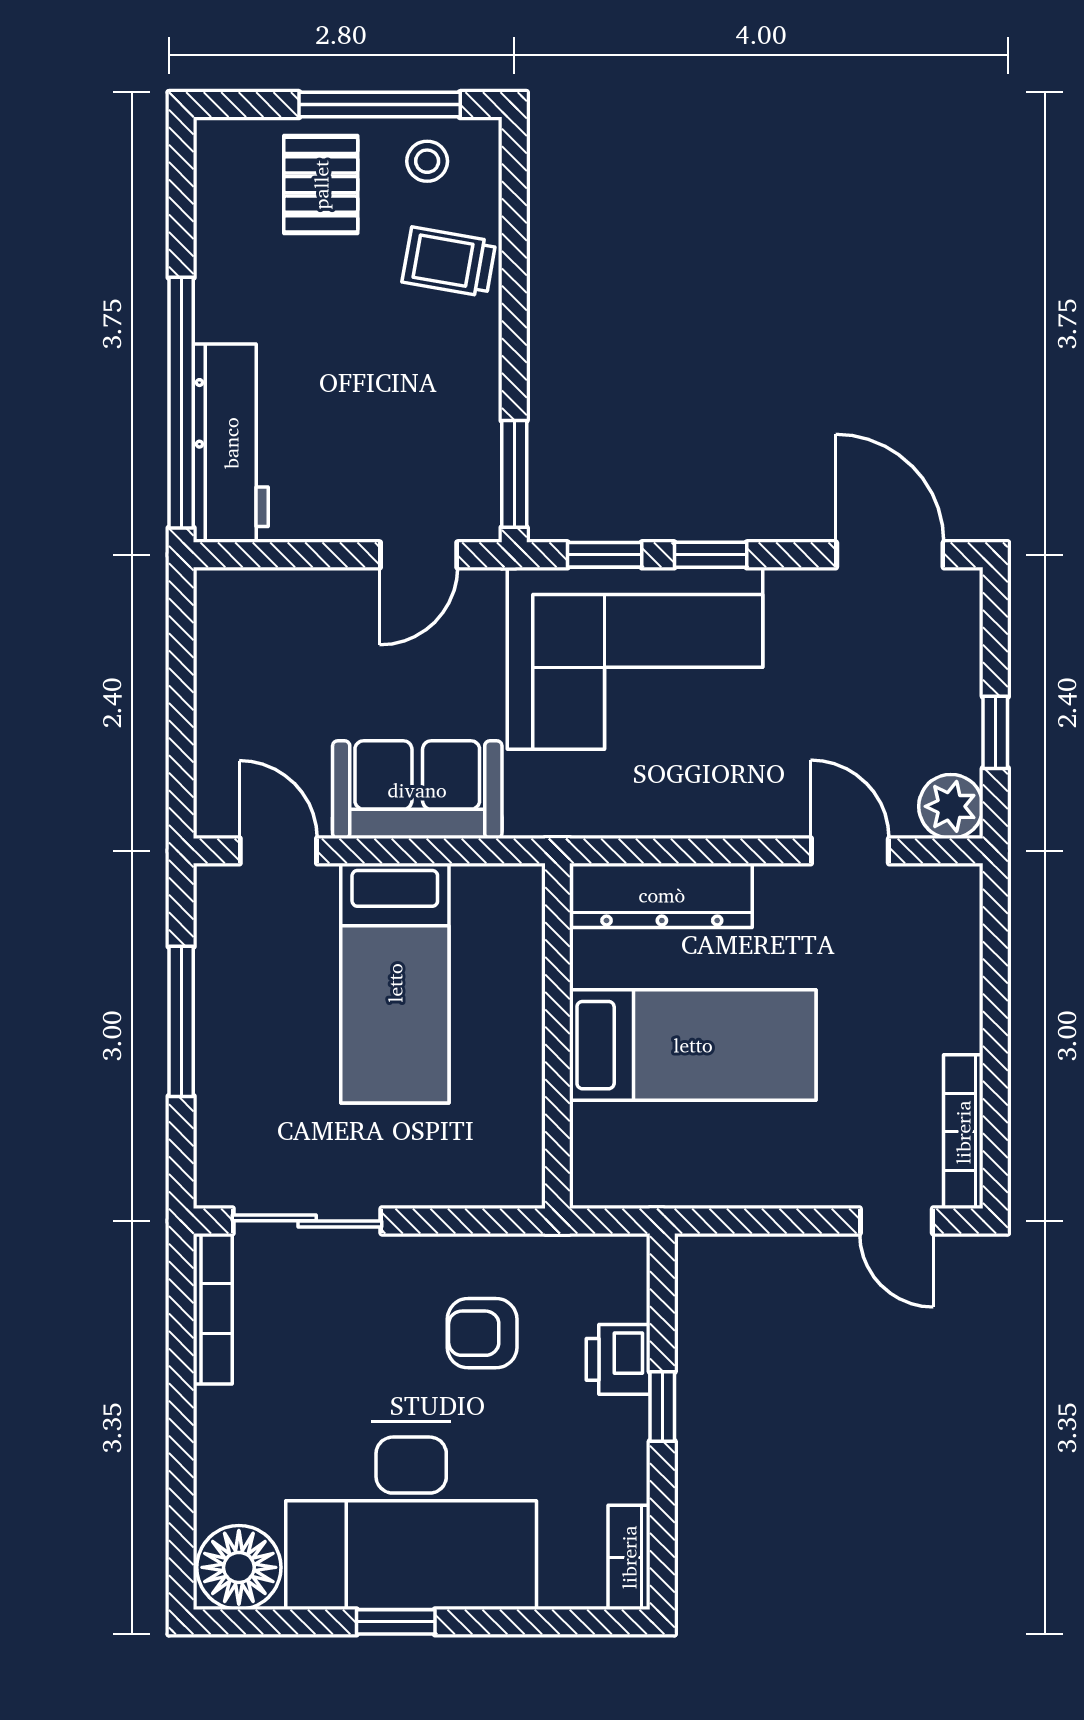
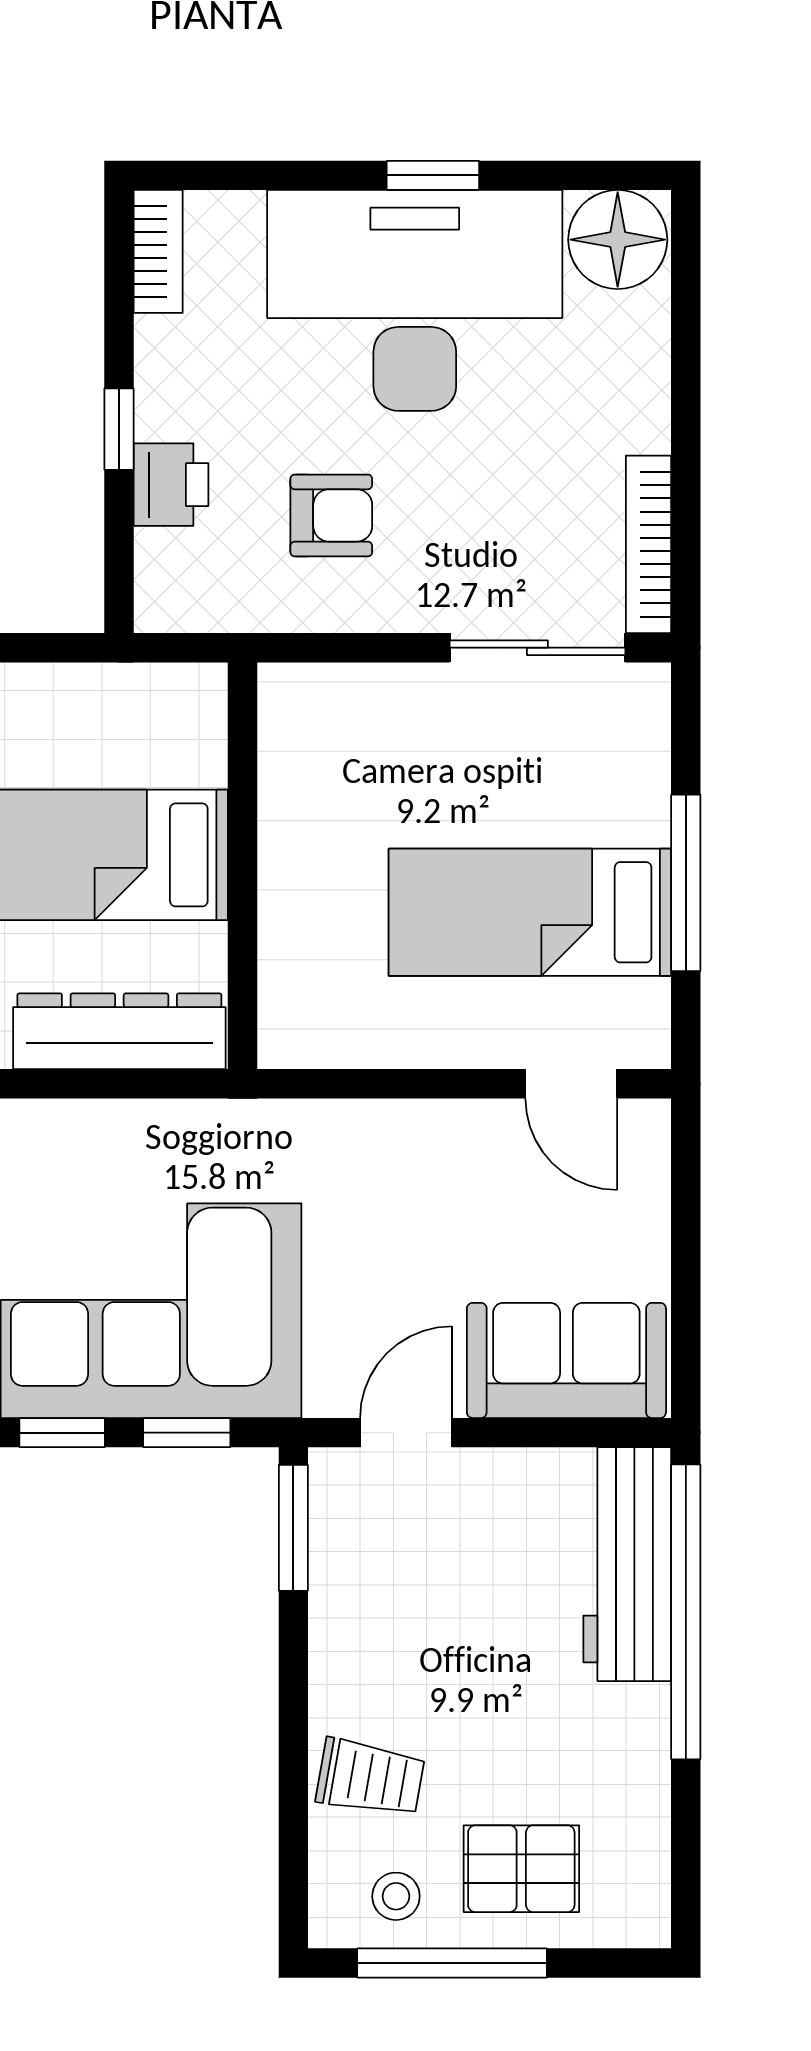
pallet: (321, 185) -> (521, 1869), turned 90
sofa: (417, 790) -> (566, 1360), moved, turned 180
bed: (395, 983) -> (530, 912), moved, turned -90

